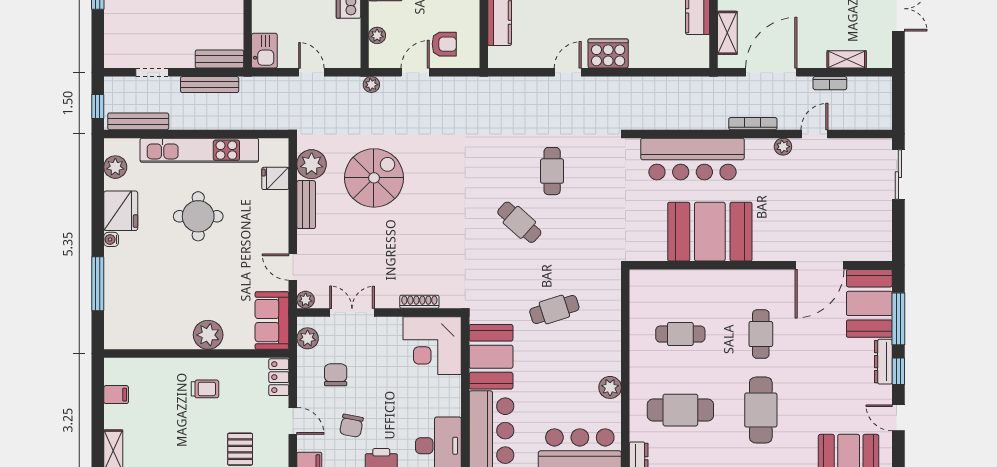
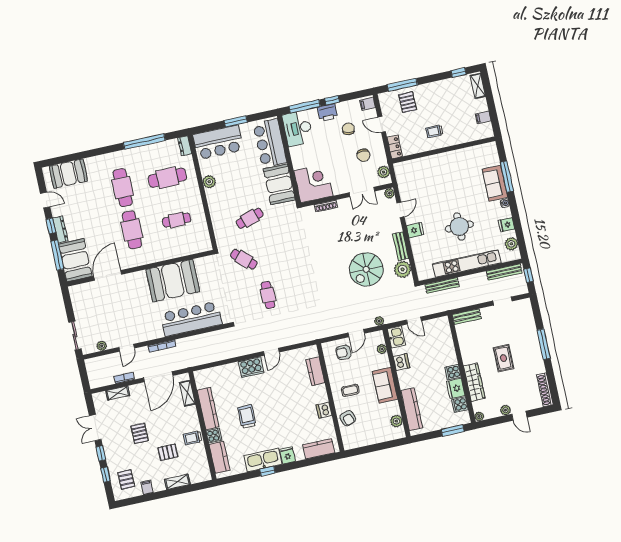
kitchen sink: (264, 51) -> (396, 337), moved, turned 180
bench: (210, 85) -> (442, 285), moved
plant: (783, 147) -> (102, 346), moved
fridge: (275, 178) -> (415, 230), moved
fridge: (121, 211) -> (507, 225), width x0.53, depth x0.75
cafe table: (519, 222) -> (244, 259), moved
door: (293, 267) -> (400, 210), hinge flipped
sofa: (272, 321) -> (495, 183), moved, turned 180
cafe table: (761, 334) -> (132, 230), width x1.37, depth x1.35
plant: (208, 335) -> (439, 162), removed

